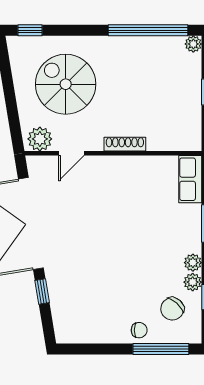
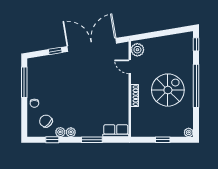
window: (148, 30) -> (196, 86), moved
spiral stairs: (66, 84) -> (168, 90), moved
window: (161, 349) -> (24, 82), moved

